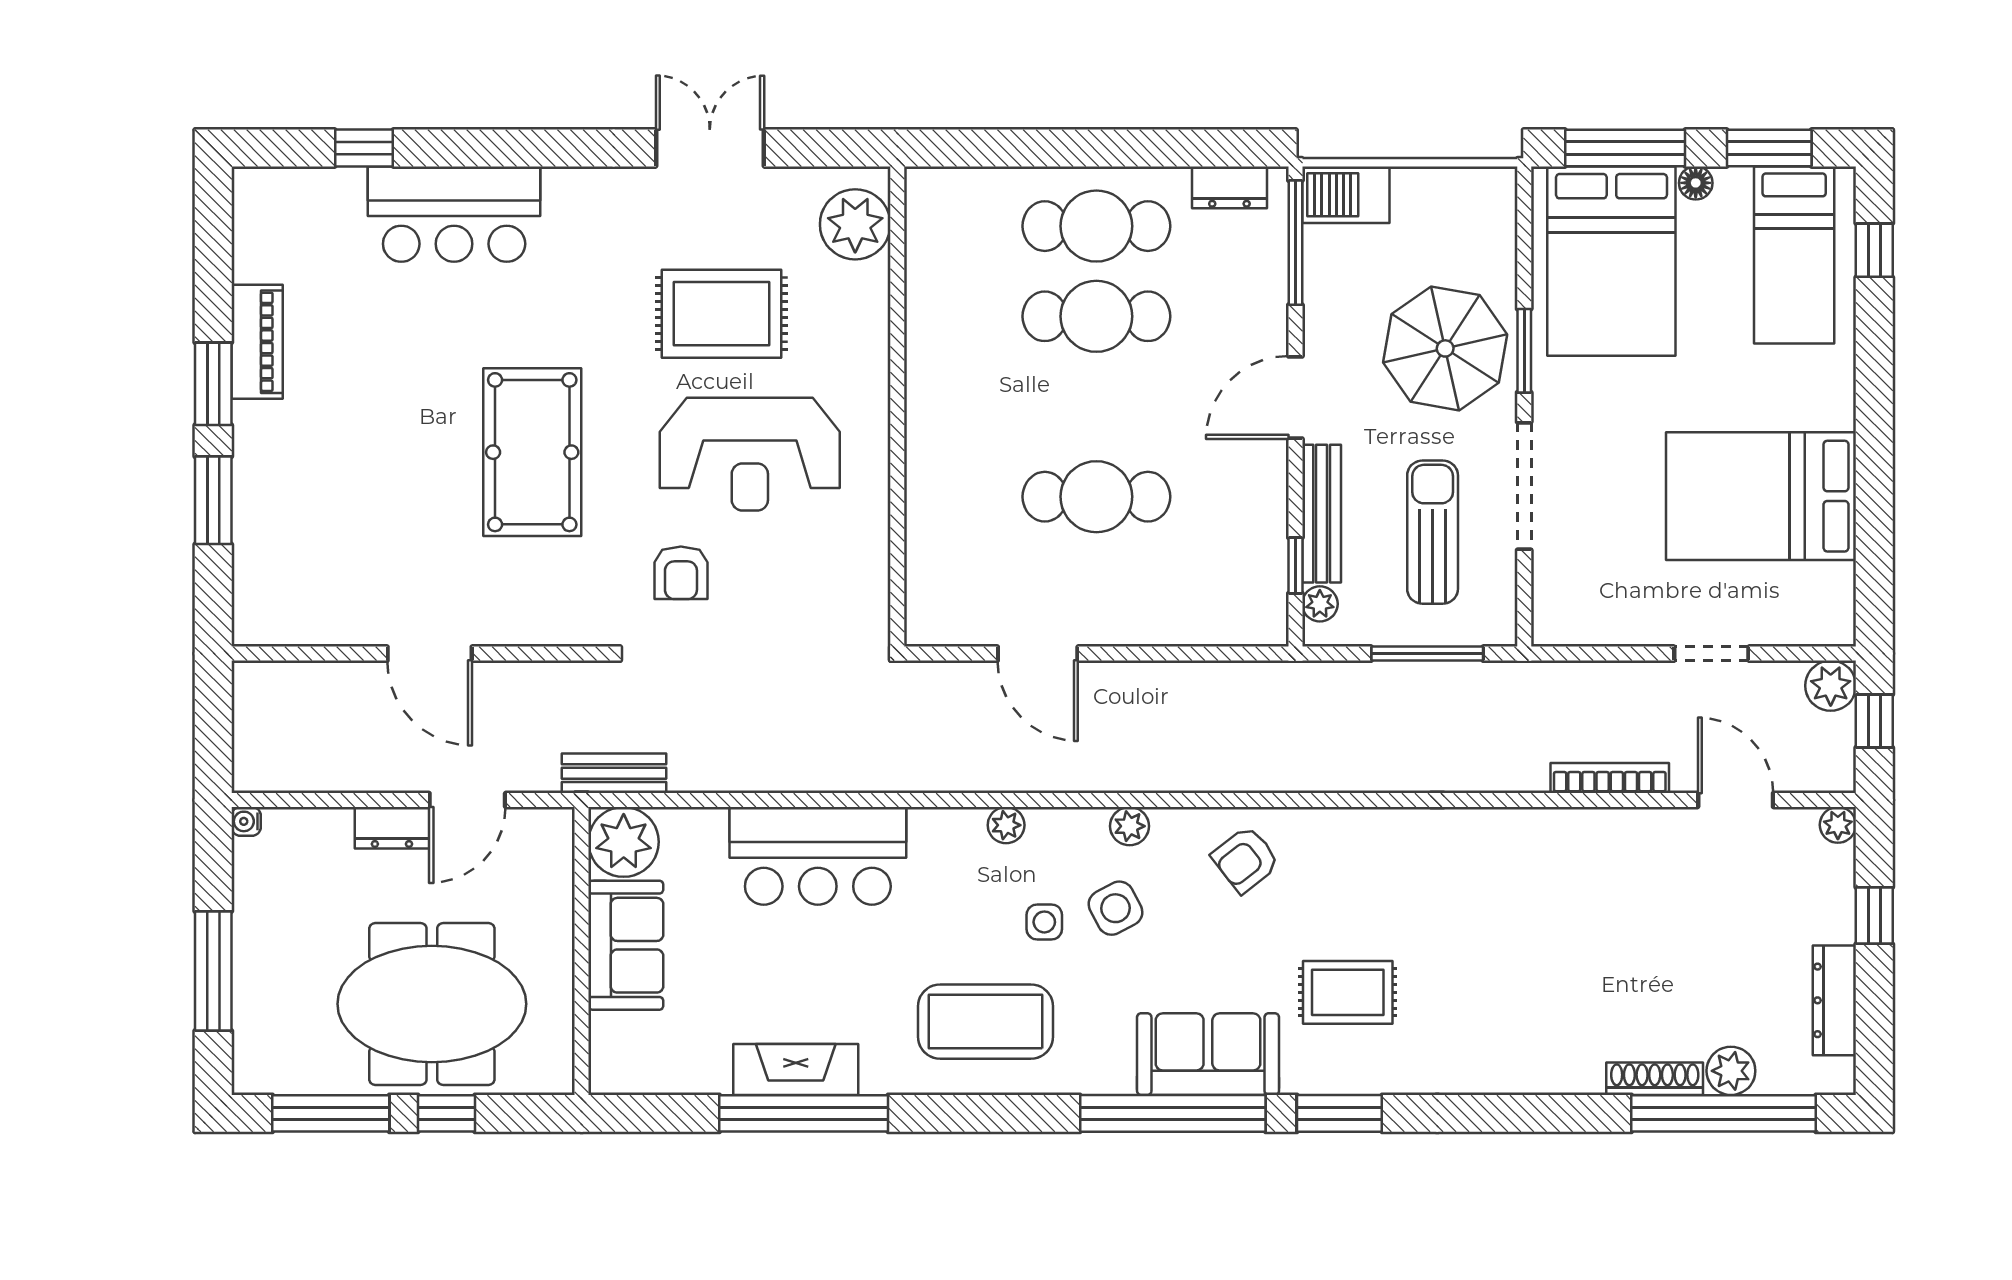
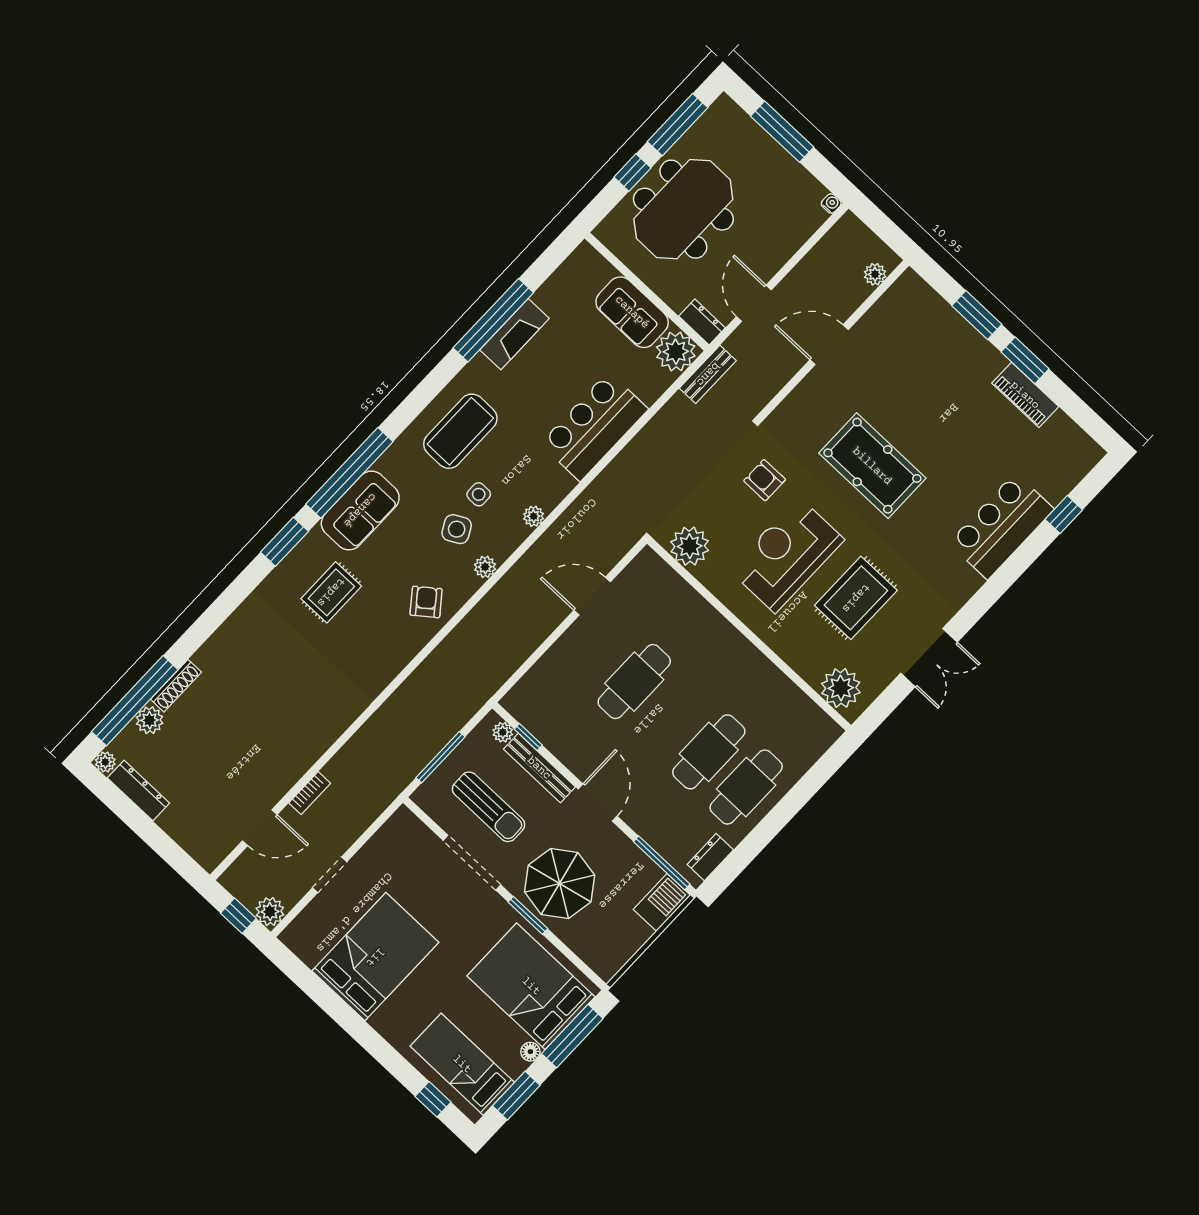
plant: (856, 589) -> (690, 546), added
plant: (284, 680) -> (875, 274), added
bookcase: (1610, 778) -> (310, 793), width x0.64
plant: (1838, 825) -> (105, 762), moved
dresser: (392, 828) -> (702, 322), moved, turned 90
window: (1874, 916) -> (158, 840), removed

